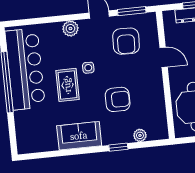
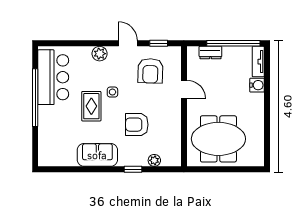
window: (132, 11) -> (159, 43), width x0.67
bar counter: (25, 69) -> (53, 77), width x0.73
armchair: (118, 99) -> (137, 125), turned 180

